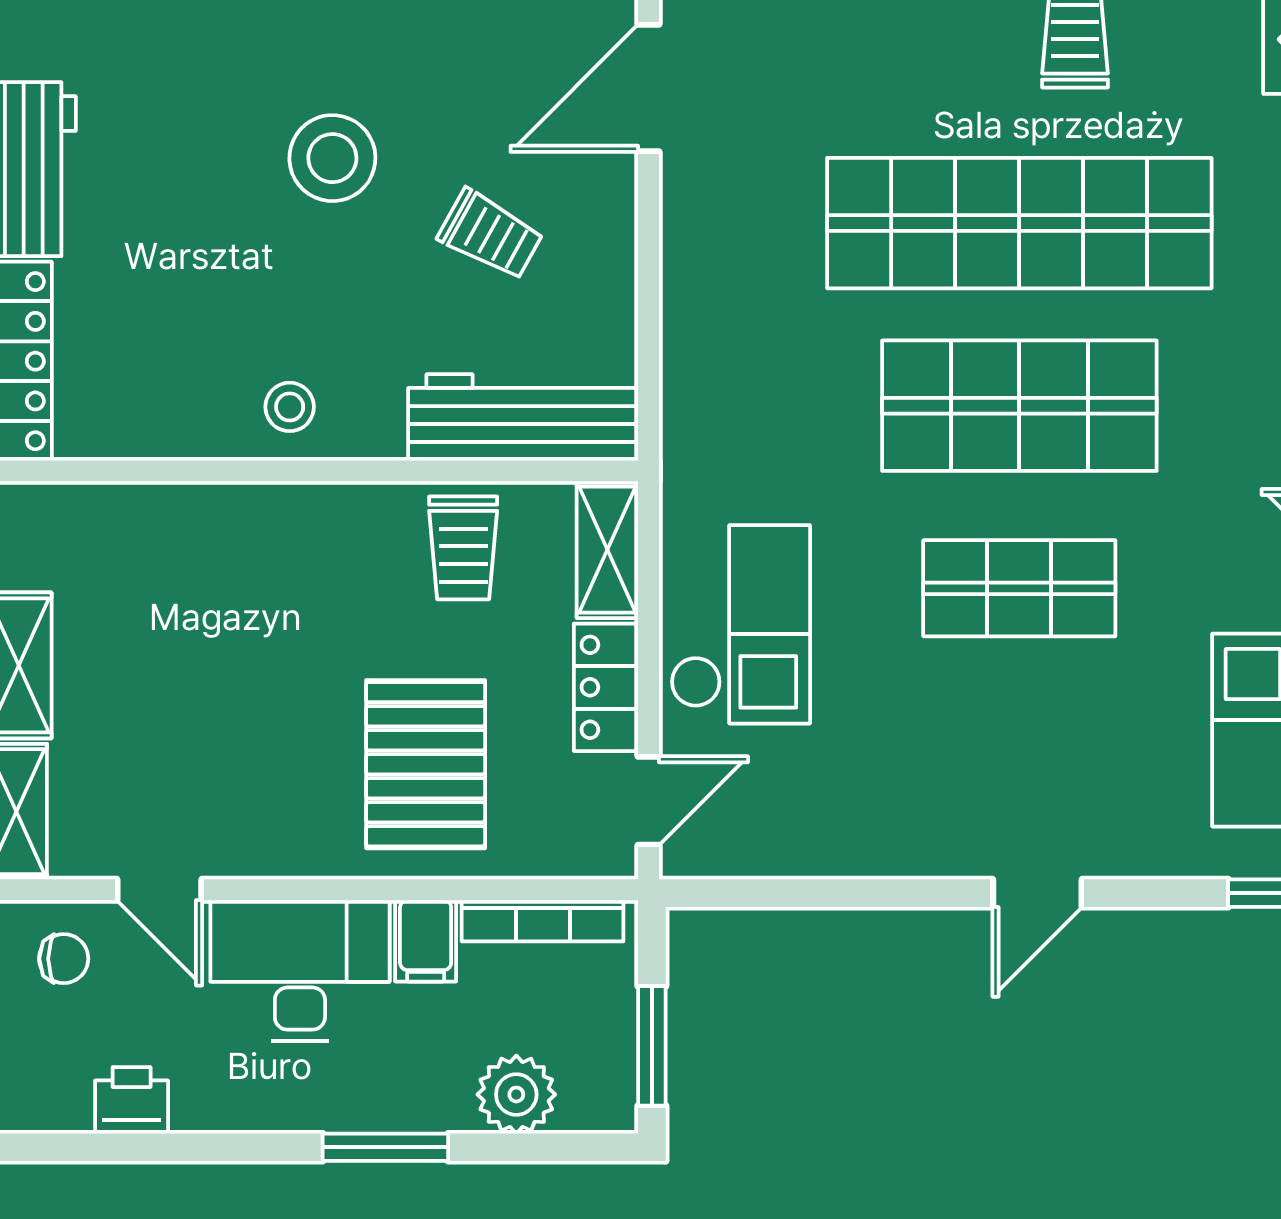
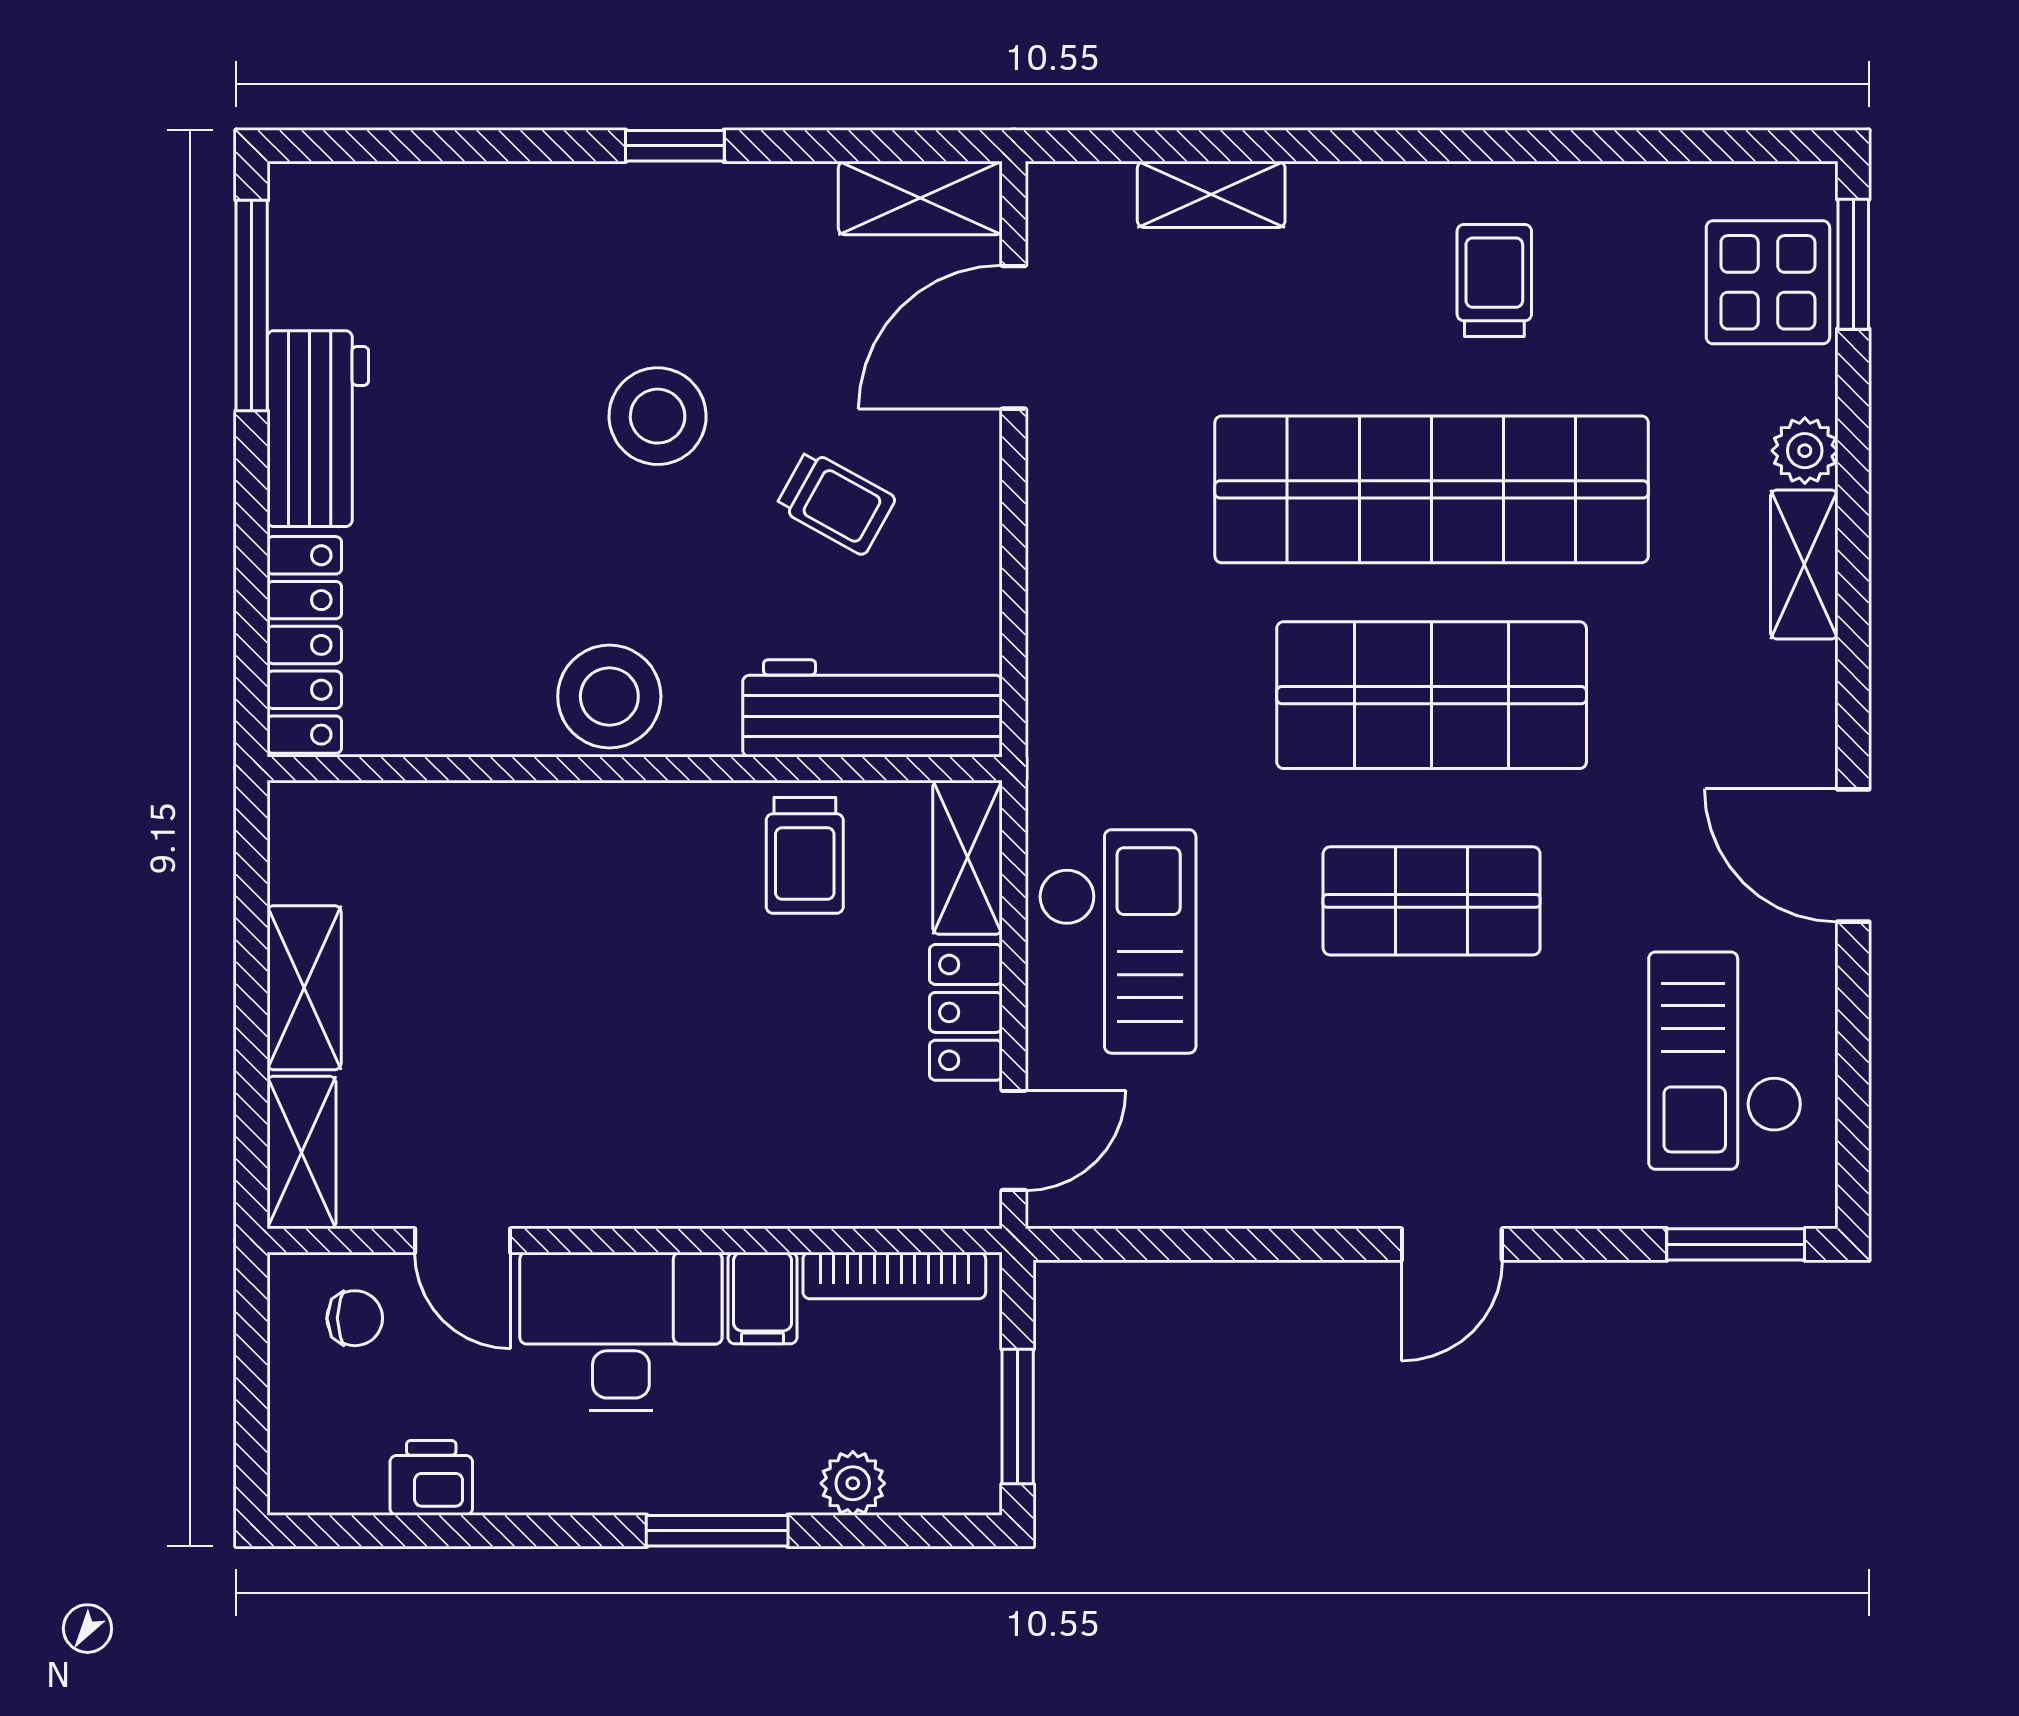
stool: (290, 407) -> (609, 696), width x1.89, depth x1.89
pallet: (426, 764) -> (763, 1099), removed
plant: (516, 1094) -> (853, 1483), width x0.73, depth x0.73

